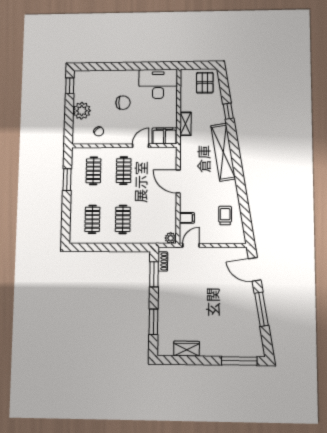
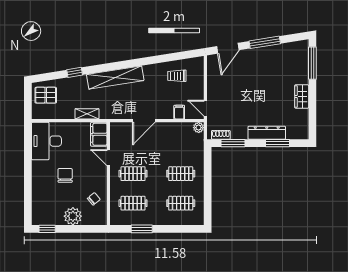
dresser: (165, 310) -> (267, 133), added
wardrobe: (187, 349) -> (302, 96), moved

